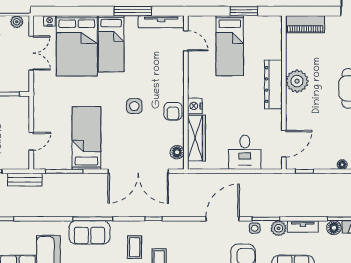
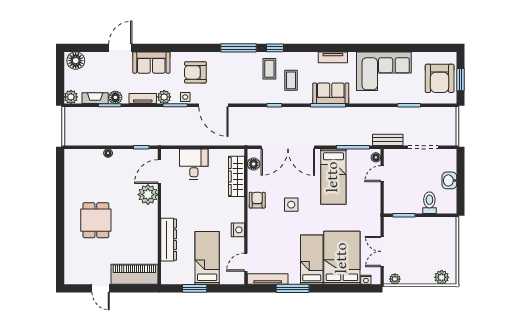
piano: (305, 24) -> (134, 274), width x1.37, depth x1.33
door: (186, 41) -> (246, 262), hinge flipped
plant: (297, 81) -> (148, 195), moved
dresser: (273, 84) -> (169, 240), moved
nightstand: (195, 106) -> (238, 230), moved
floor lamp: (38, 160) -> (376, 157), added
double door: (138, 171) -> (288, 147), swing flipped
door: (223, 219) -> (213, 105), hinge flipped

